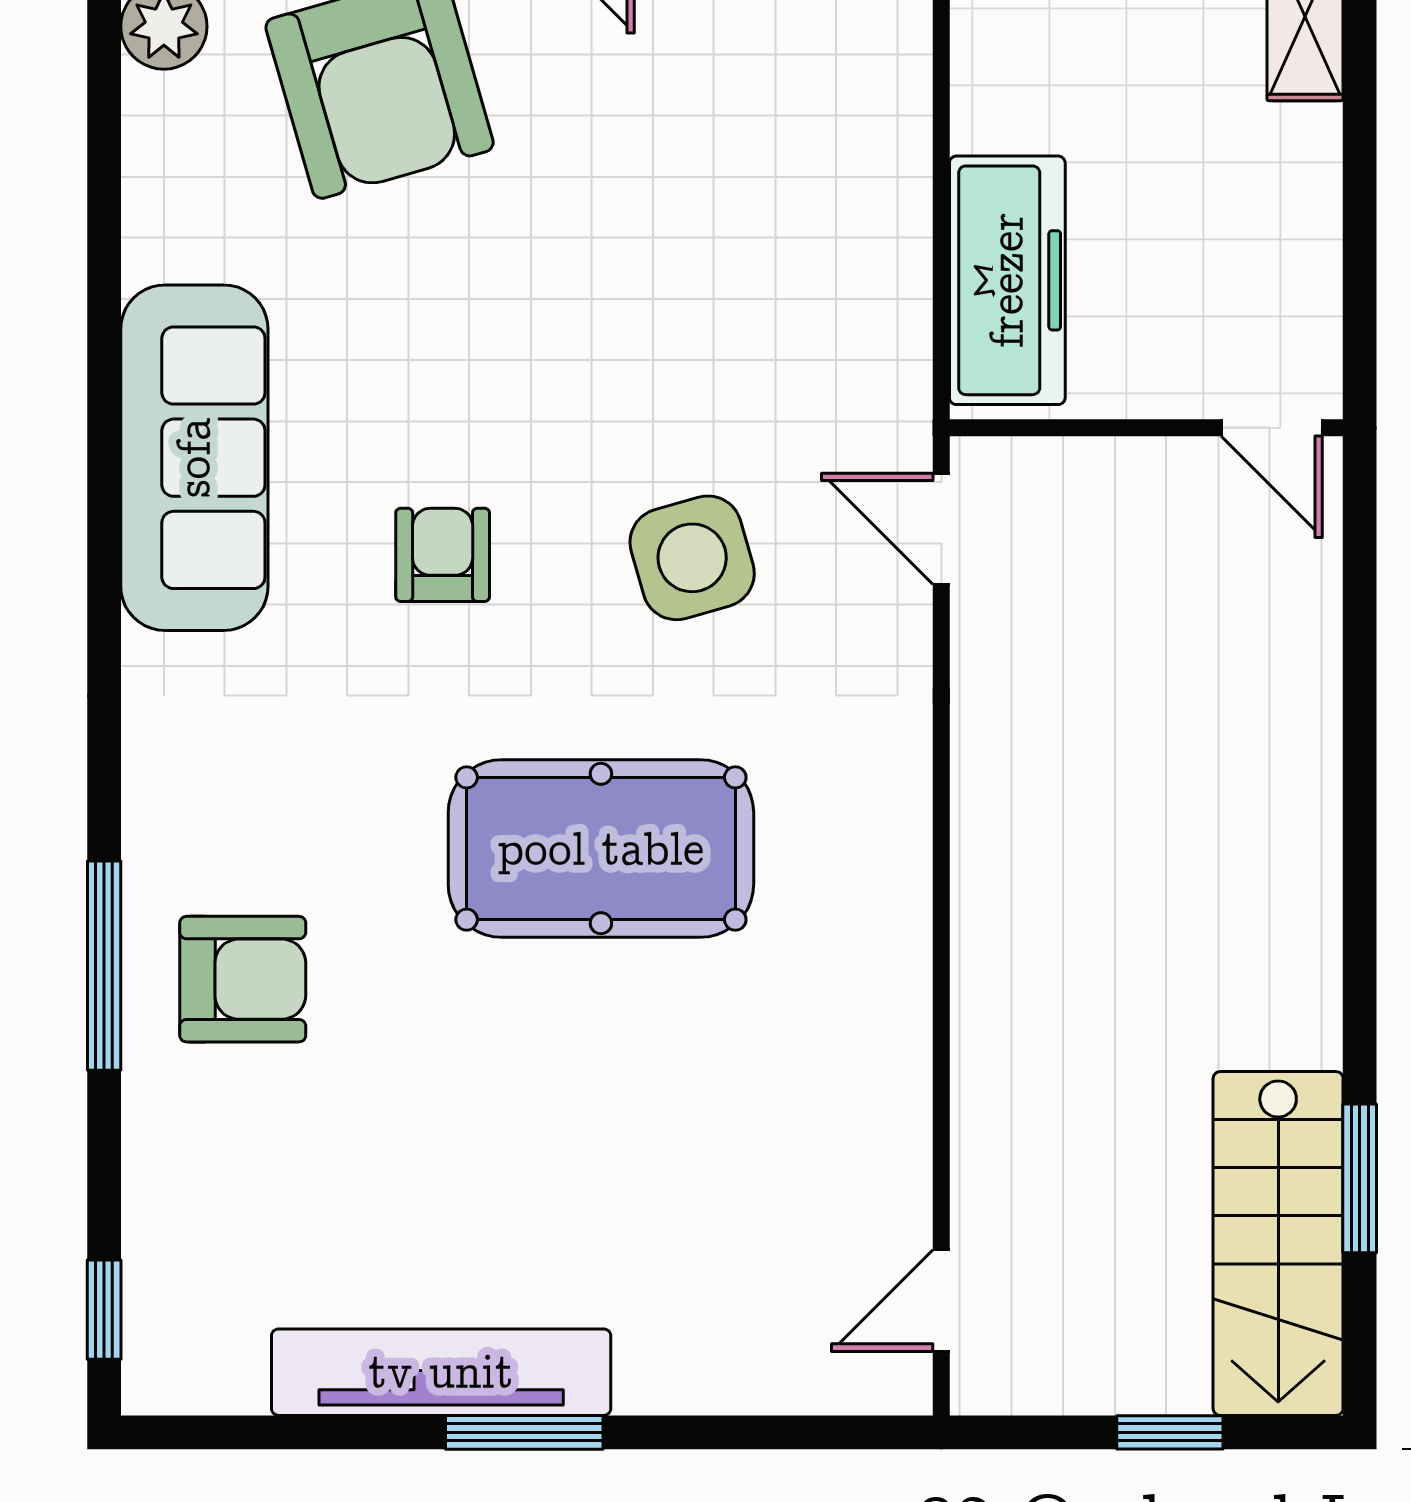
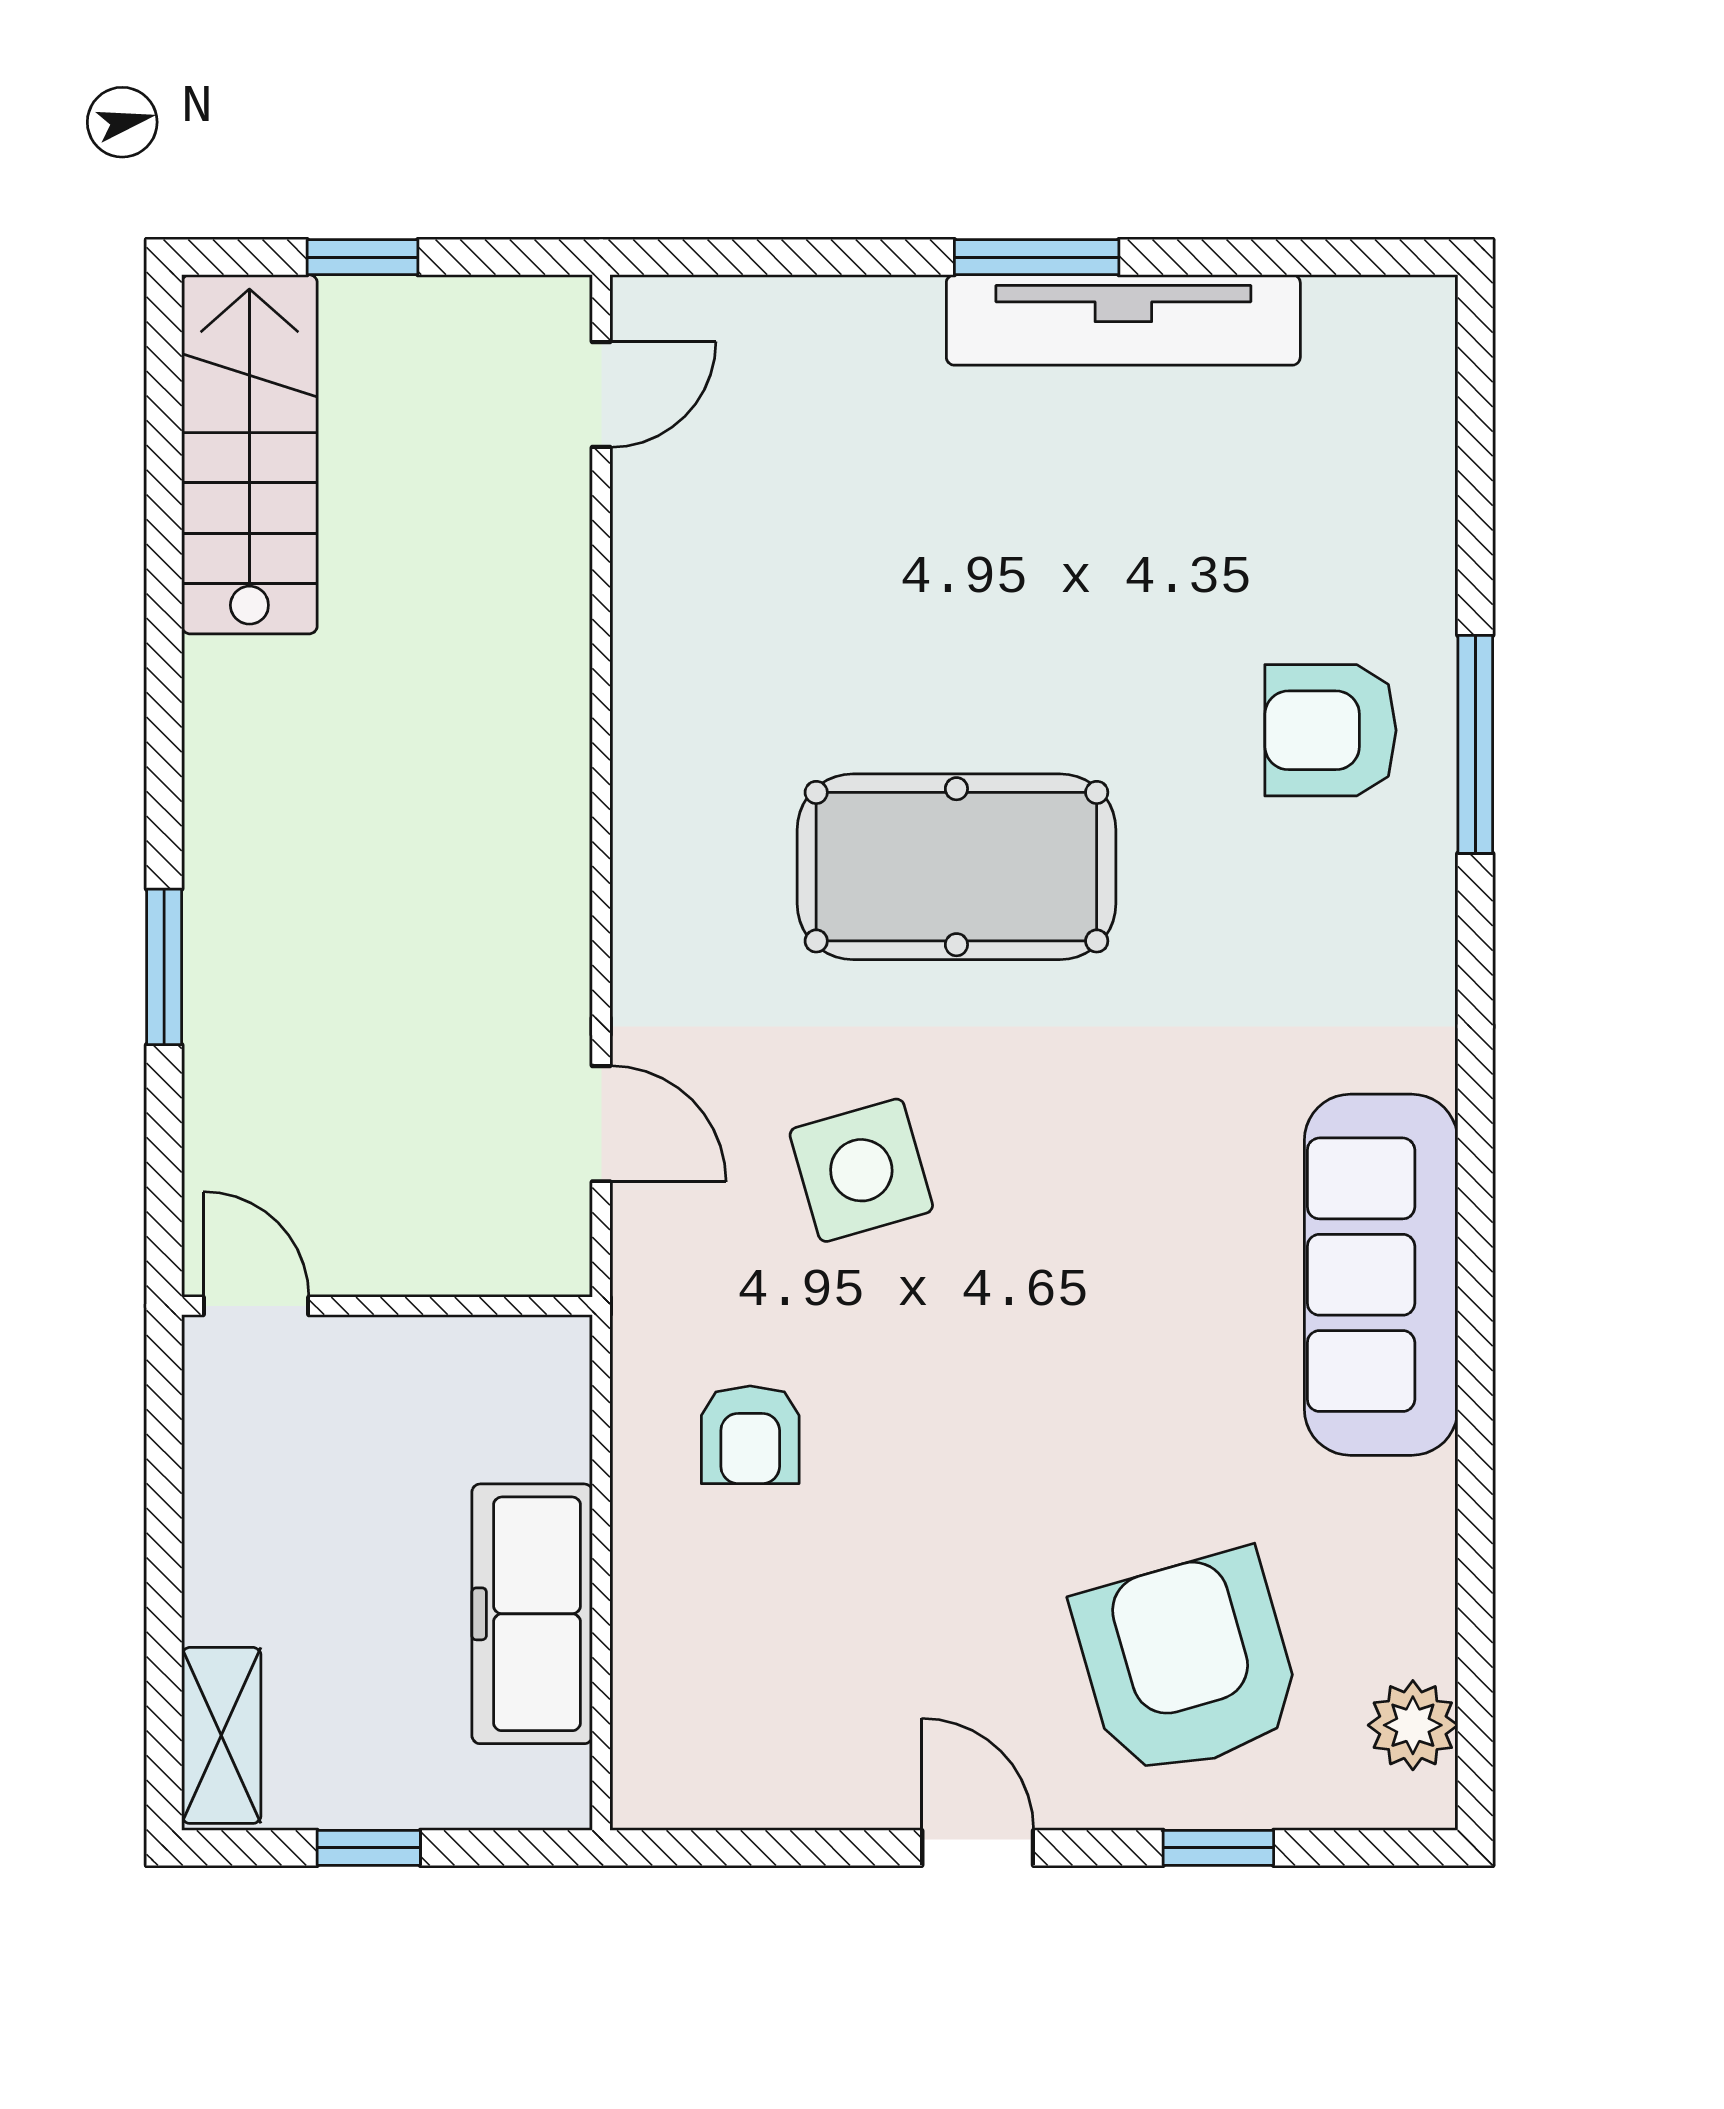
freezer: (1007, 280) -> (532, 1614), moved
door: (941, 529) -> (601, 1124), moved
armchair: (443, 555) -> (750, 1435), moved
window: (1360, 1178) -> (164, 967), moved
window: (104, 1310) -> (1475, 385), removed

